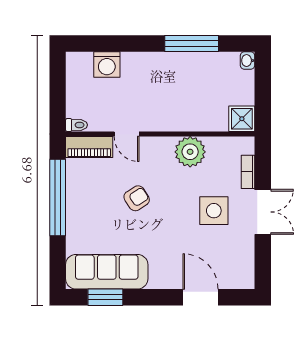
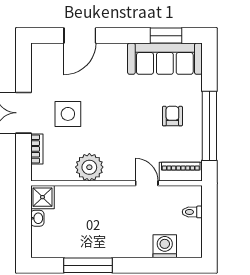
washbasin: (248, 61) -> (37, 218), moved
toilet: (76, 125) -> (192, 212), moved
armchair: (137, 198) -> (172, 116), moved, turned 123
door: (200, 297) -> (80, 36), hinge flipped

